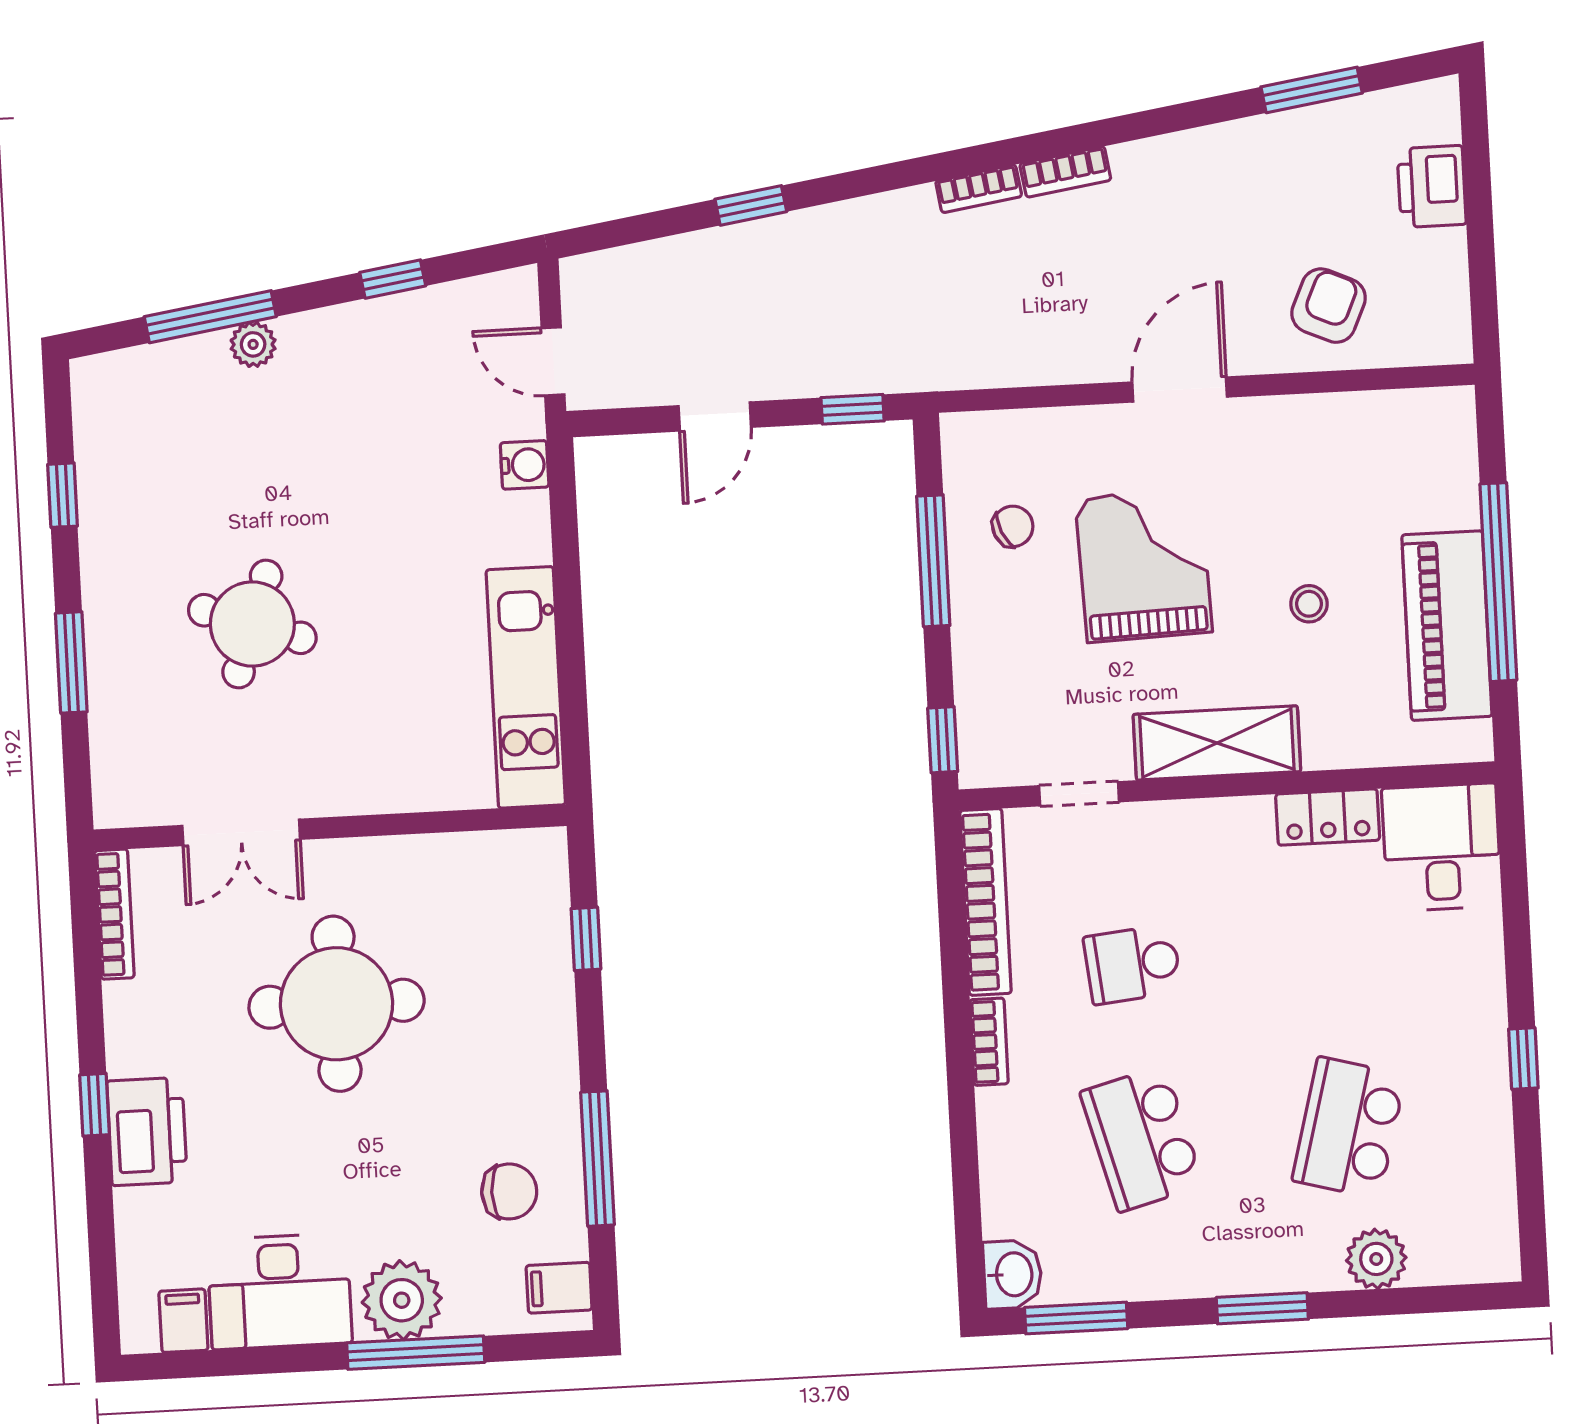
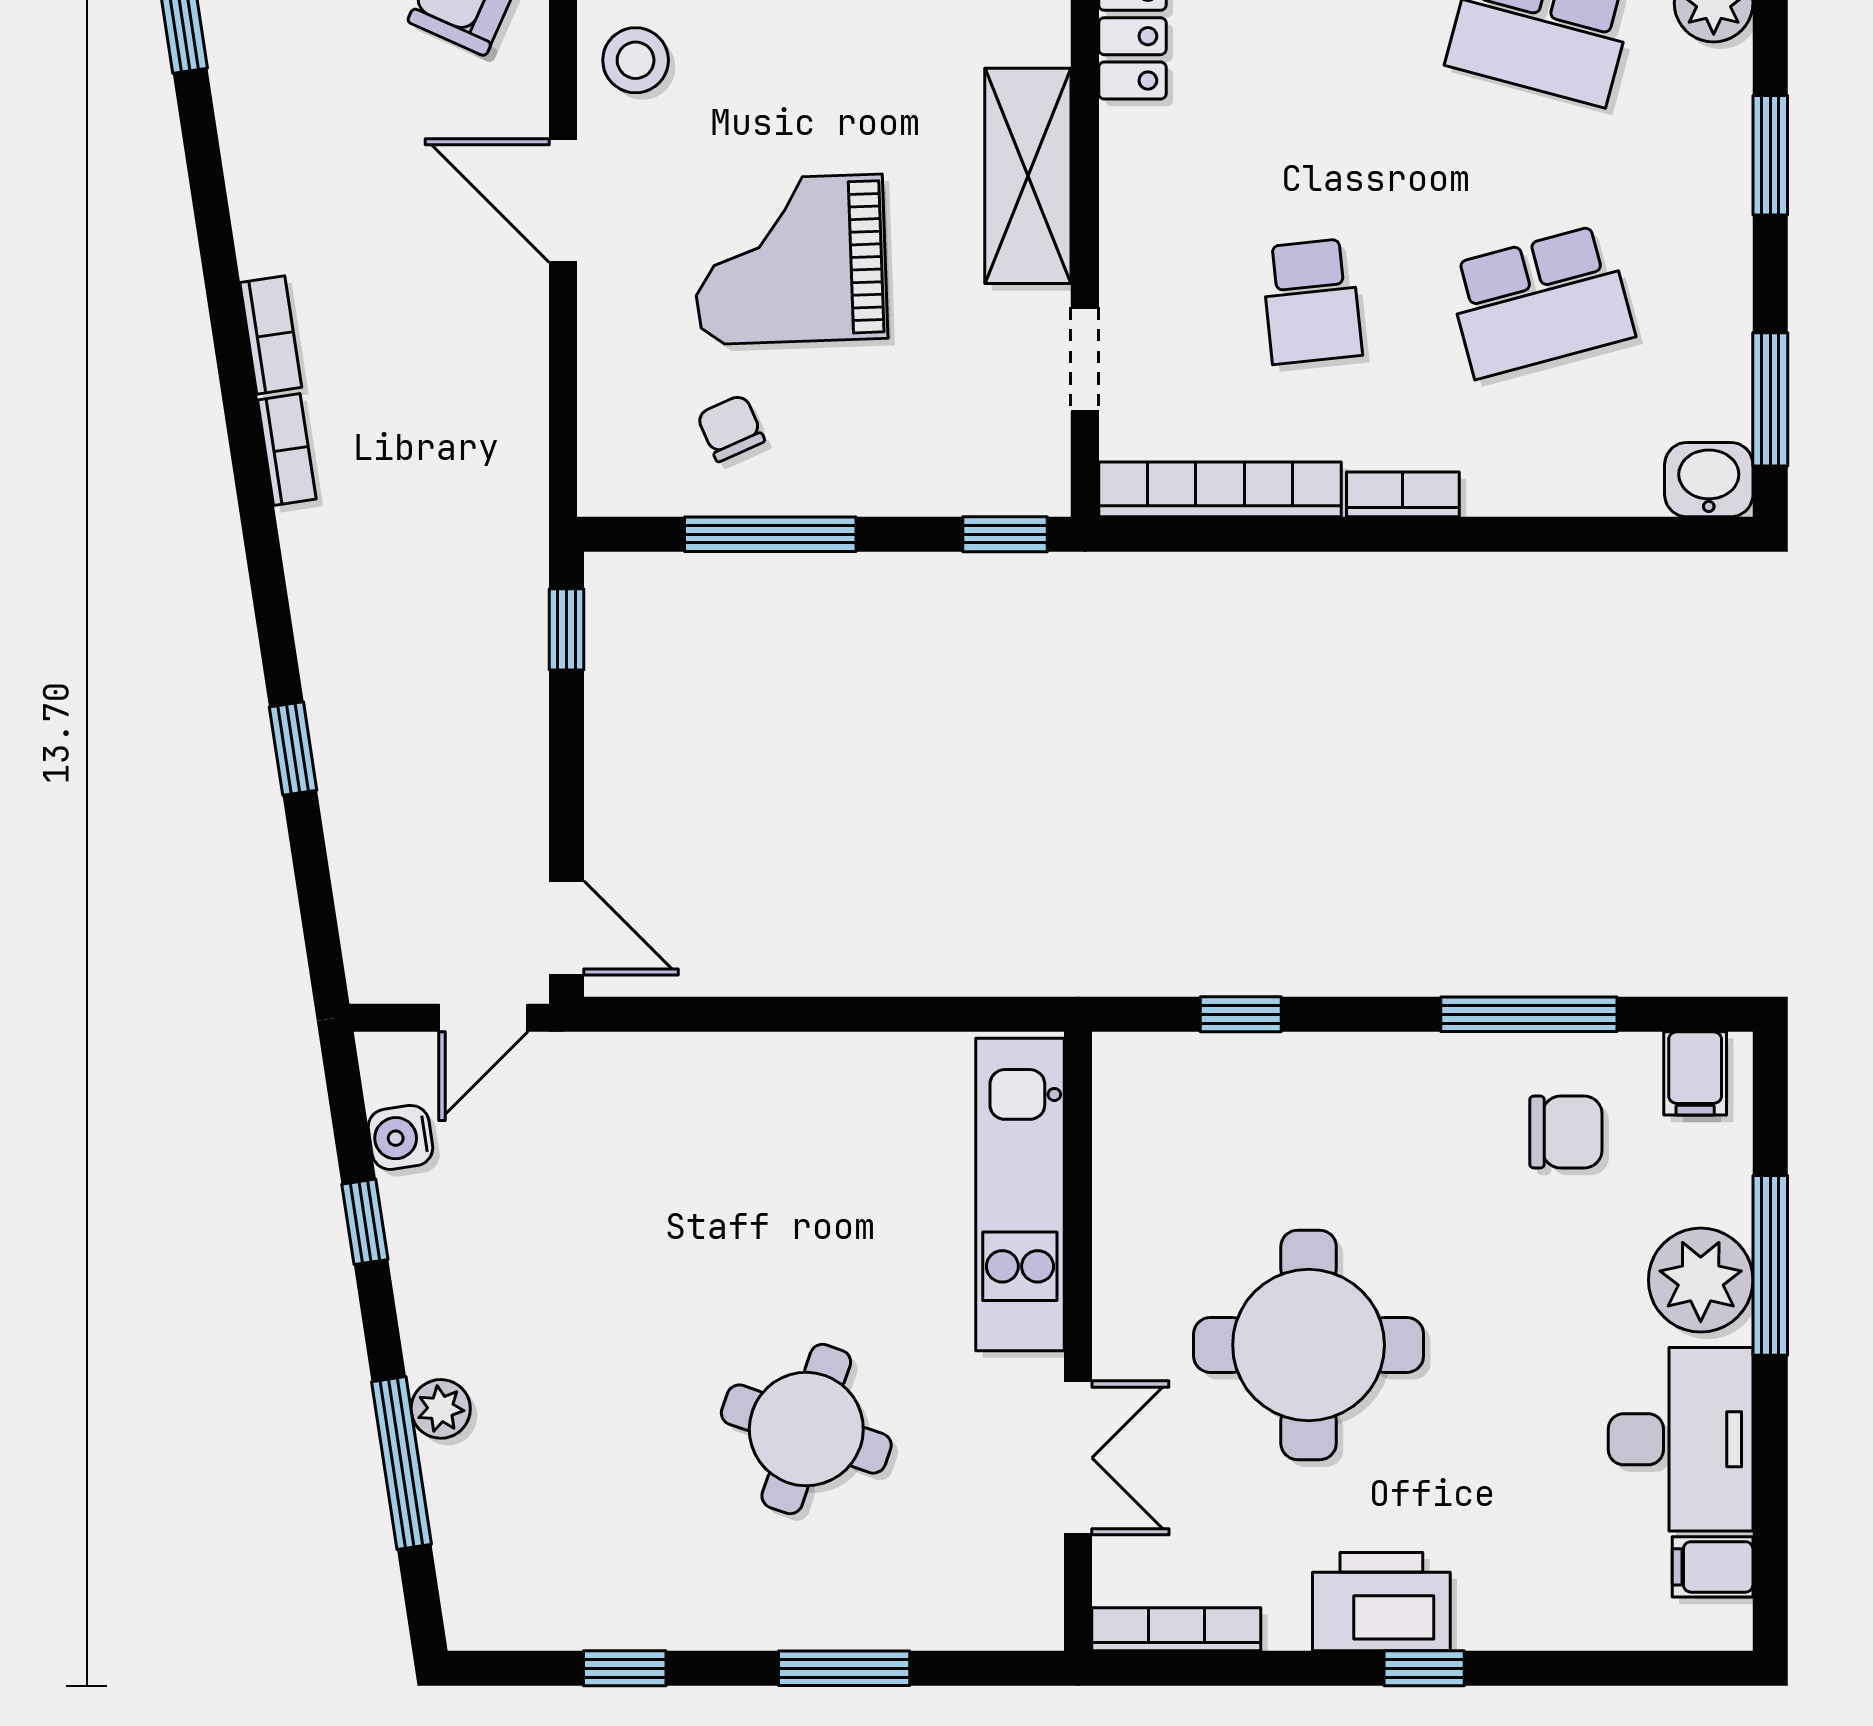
door: (715, 416) -> (567, 928), moved
water cooler: (525, 465) -> (400, 1137), moved, turned -99
stool: (1309, 604) -> (636, 60), moved, width x1.37, depth x1.37
kitchen unit: (526, 687) -> (1020, 1194), moved, turned 90
printer: (147, 1131) -> (1381, 1602), moved
chair: (509, 1191) -> (1566, 1132), turned 90

